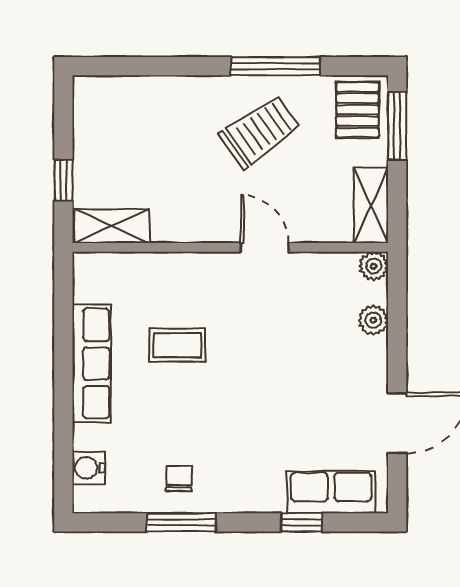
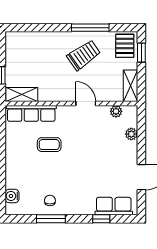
window: (397, 126) -> (141, 53), width x0.67
plant: (374, 266) -> (116, 111), moved
row of seats: (92, 364) -> (31, 113), moved, turned 90

